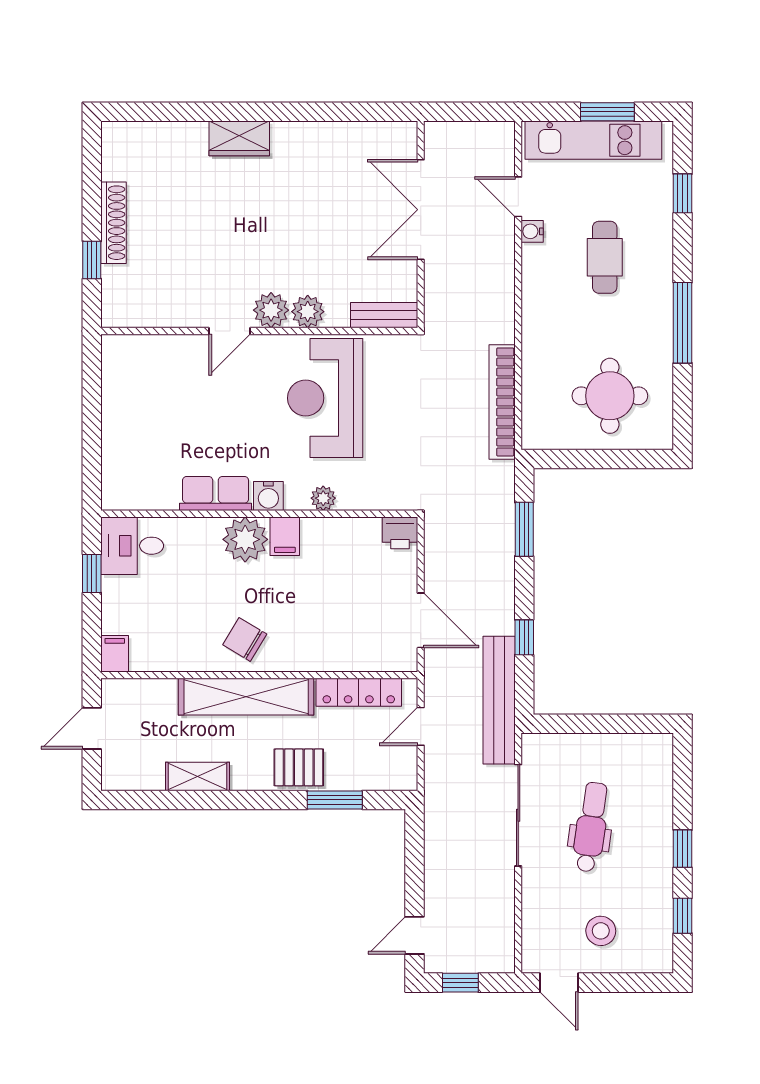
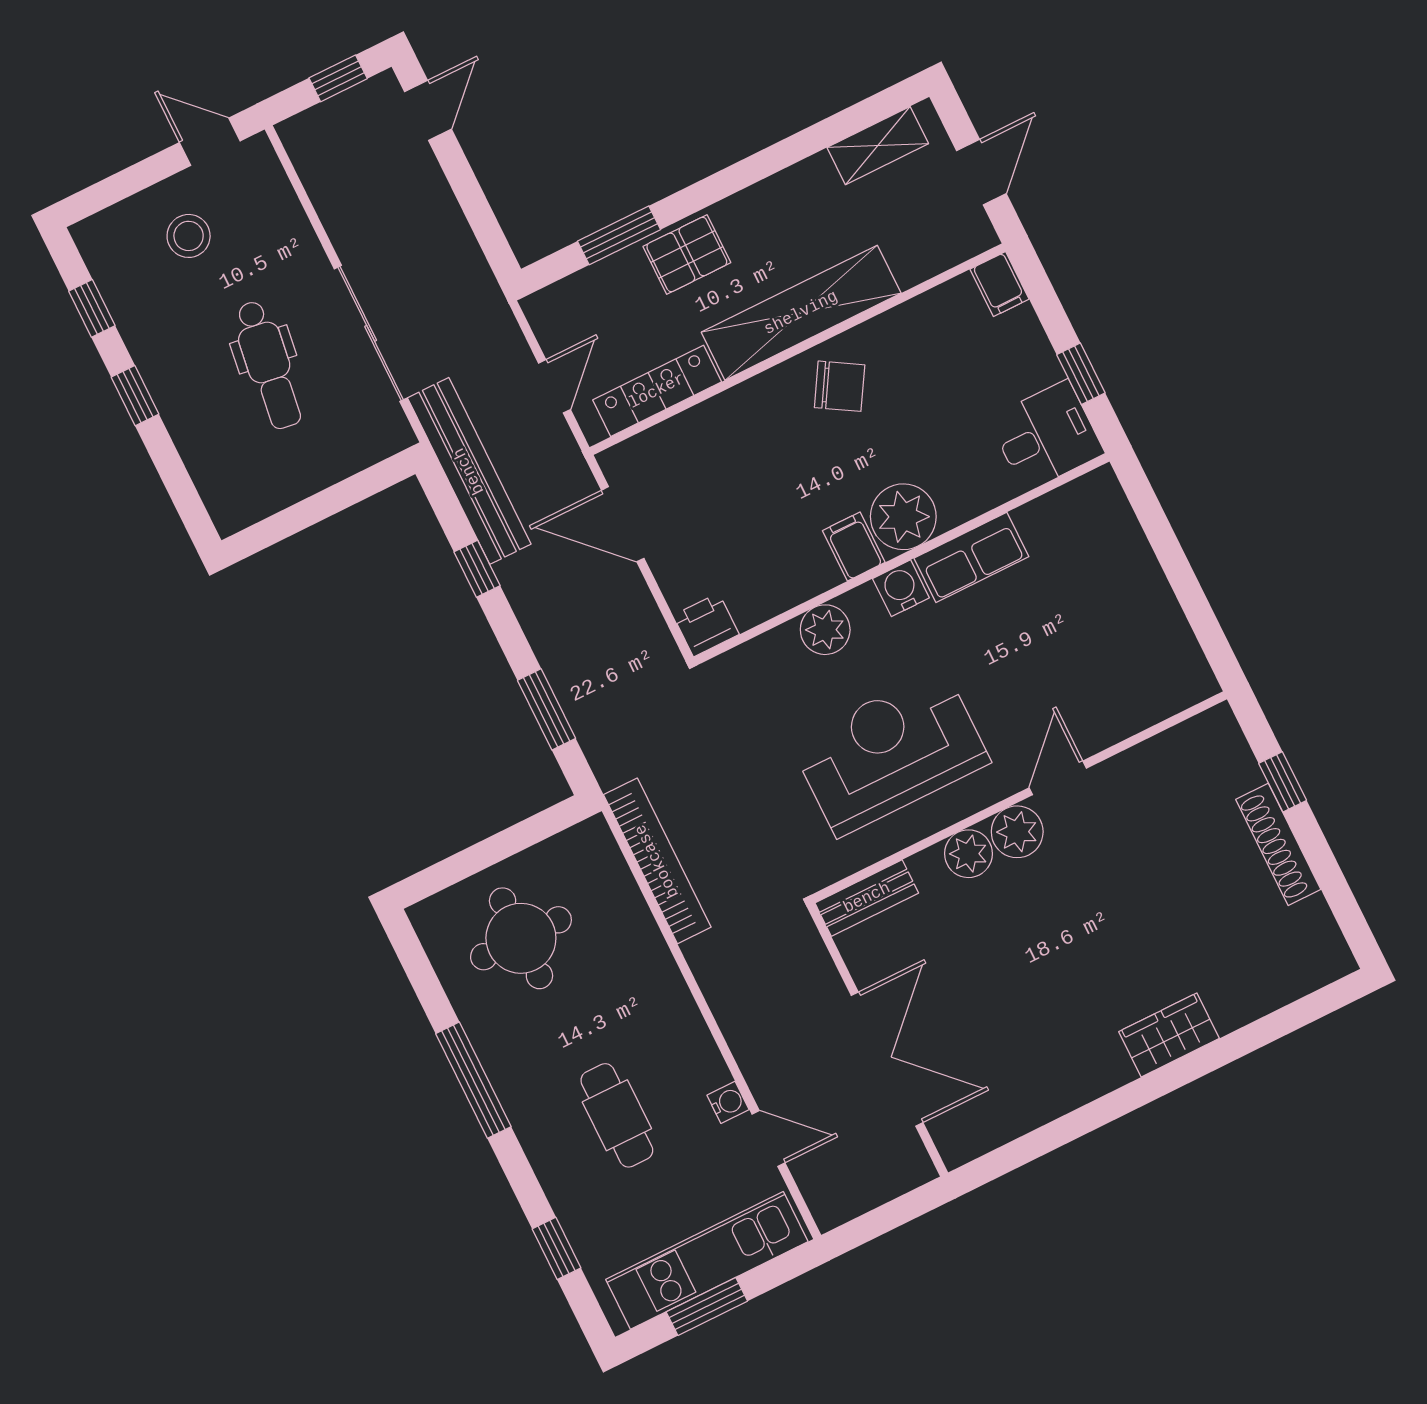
reception desk: (325, 398) -> (890, 752), turned -90
plant: (323, 498) -> (825, 630), width x1.38, depth x1.38
shelving: (198, 776) -> (878, 146), moved

